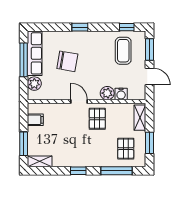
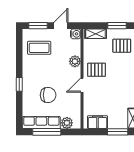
window: (127, 27) -> (19, 45), removed
chair: (67, 61) -> (48, 95), turned 80
water cooler: (121, 94) -> (76, 34), moved
filing cabinet: (35, 120) -> (97, 122), width x2.00

